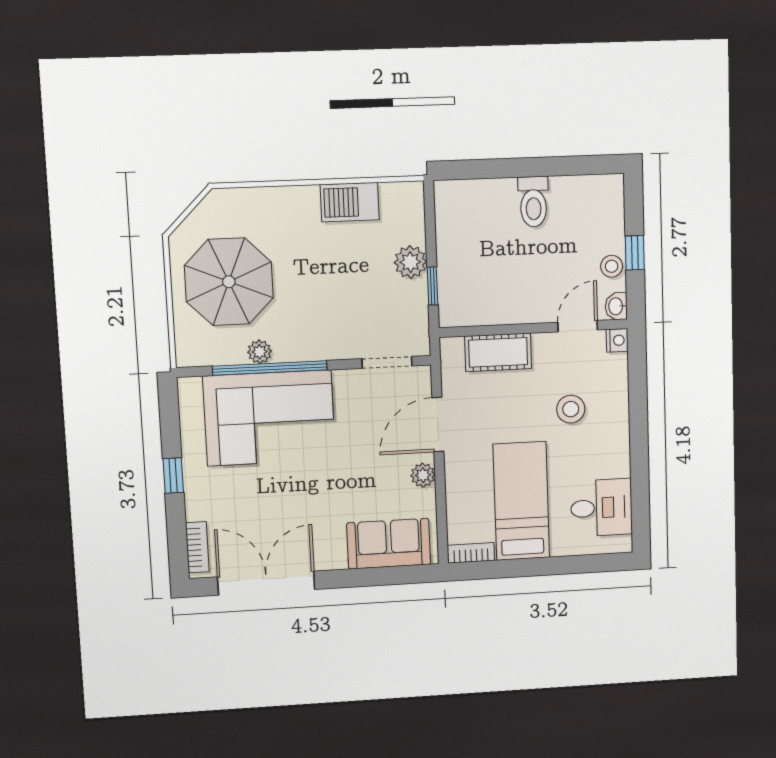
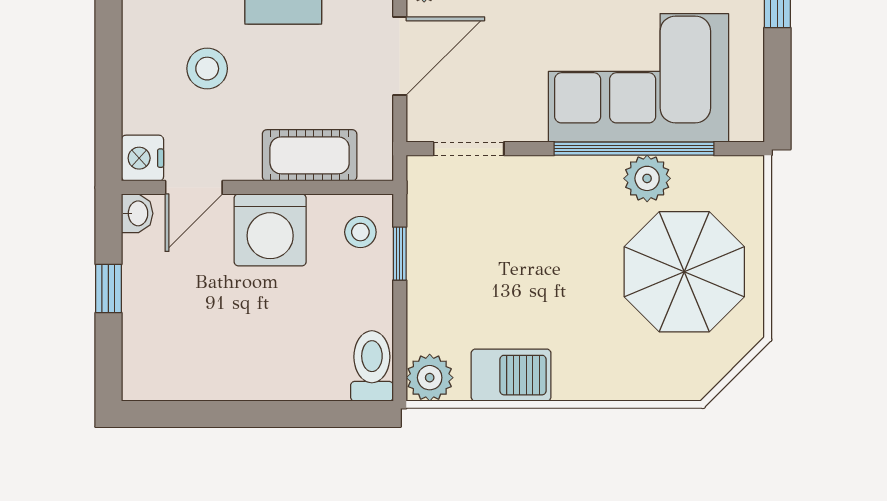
toilet: (533, 202) -> (372, 366), moved
plant: (410, 262) -> (430, 378), moved
stool: (612, 266) -> (360, 232), moved
washing machine: (524, 299) -> (270, 230), added
nightstand: (617, 340) -> (142, 158), width x1.39, depth x1.35
plant: (260, 352) -> (647, 178), width x1.38, depth x1.38

